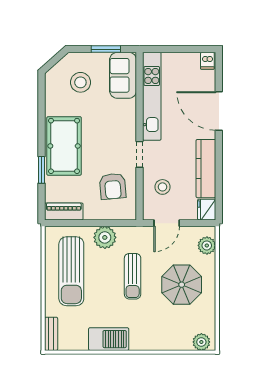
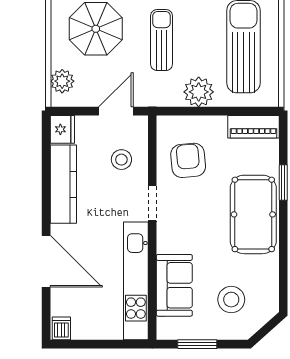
sofa: (123, 75) -> (174, 285), moved

